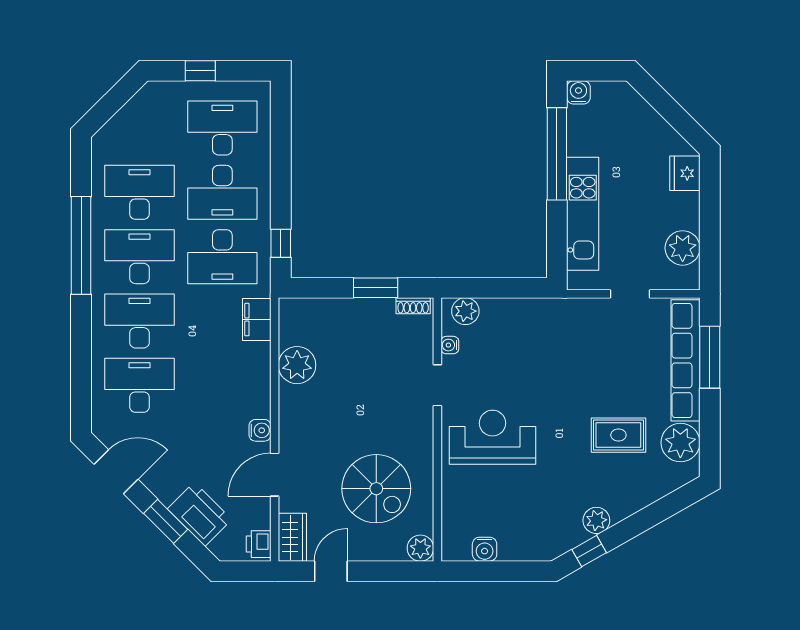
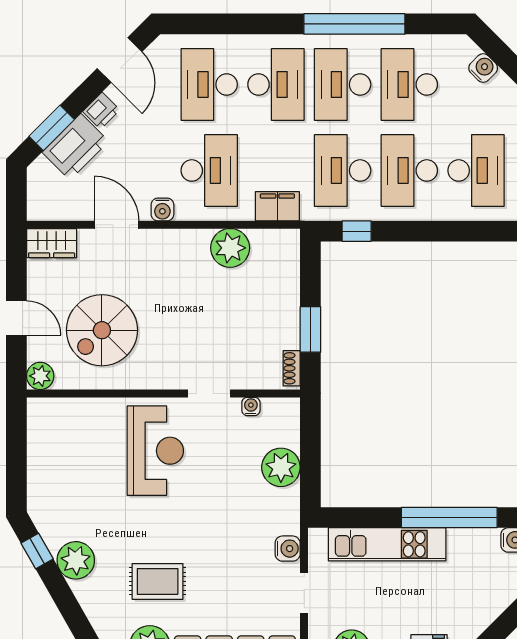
water cooler: (124, 121) -> (483, 68), added
desk: (139, 192) -> (409, 84), turned 180
desk: (139, 257) -> (343, 84), turned 180
plant: (465, 311) -> (281, 467), moved, width x1.36, depth x1.36
desk: (139, 385) -> (209, 84), turned 180
desk: (222, 385) -> (209, 170), added
rug: (618, 435) -> (158, 581), turned 90
plant: (596, 520) -> (76, 560), width x1.36, depth x1.36
window: (166, 521) -> (52, 128), moved
printer: (259, 544) -> (101, 111), moved, turned 135
water cooler: (485, 549) -> (288, 549), moved, turned 180
door: (331, 571) -> (16, 318), moved

